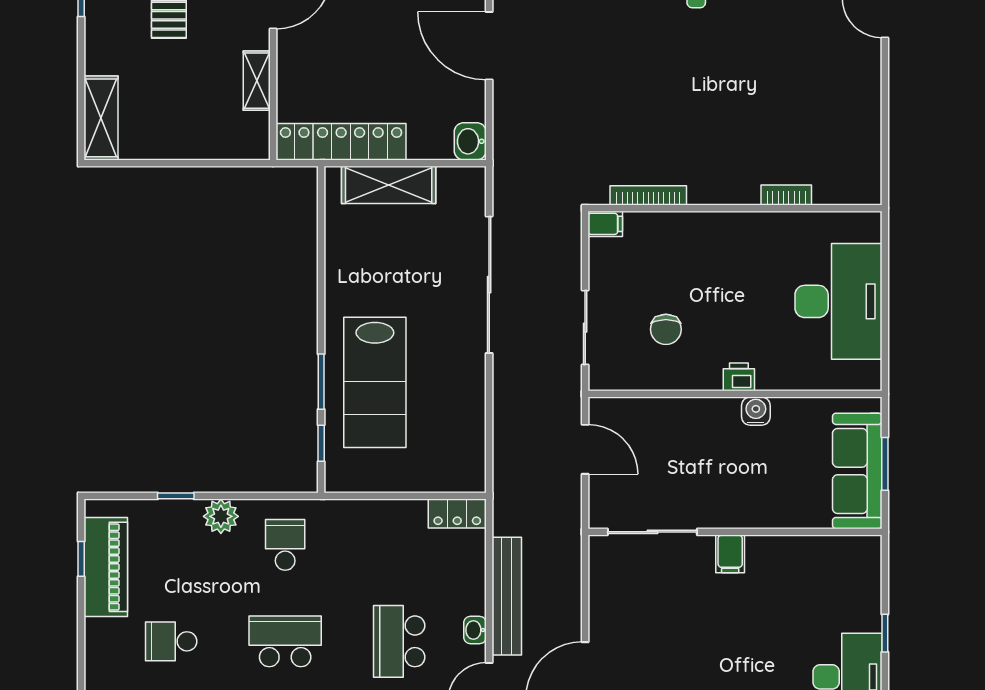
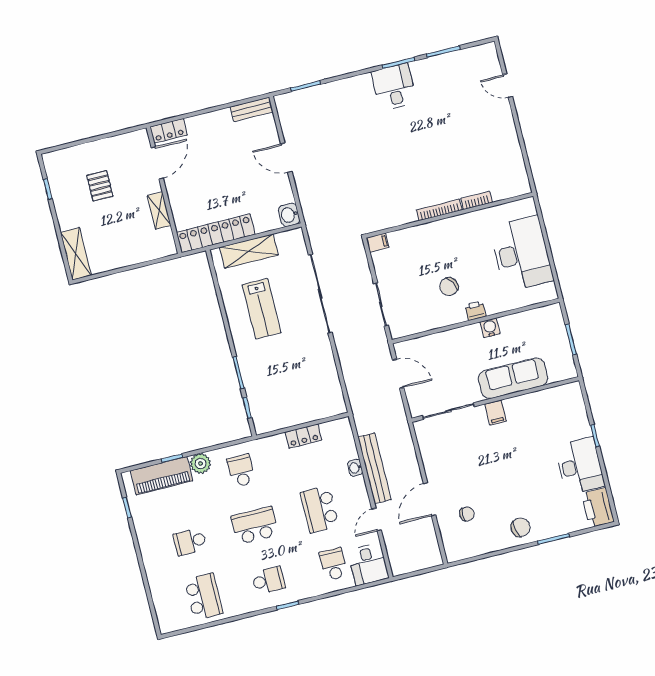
door: (489, 46) -> (286, 158), width x0.73
bookcase: (648, 195) -> (439, 210), moved
chair: (666, 329) -> (449, 287), moved, turned 61
lab bench: (375, 382) -> (262, 309), moved, width x0.73, depth x0.72
sofa: (857, 471) -> (513, 378), moved, turned 90
locker: (457, 513) -> (303, 436), moved
piano: (106, 567) -> (162, 476), moved, turned 90
washbasin: (475, 630) -> (355, 468), moved

